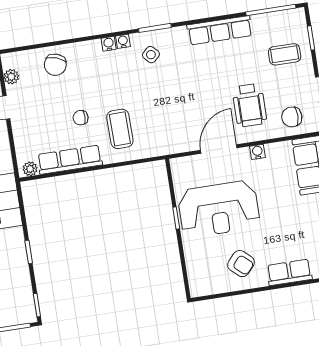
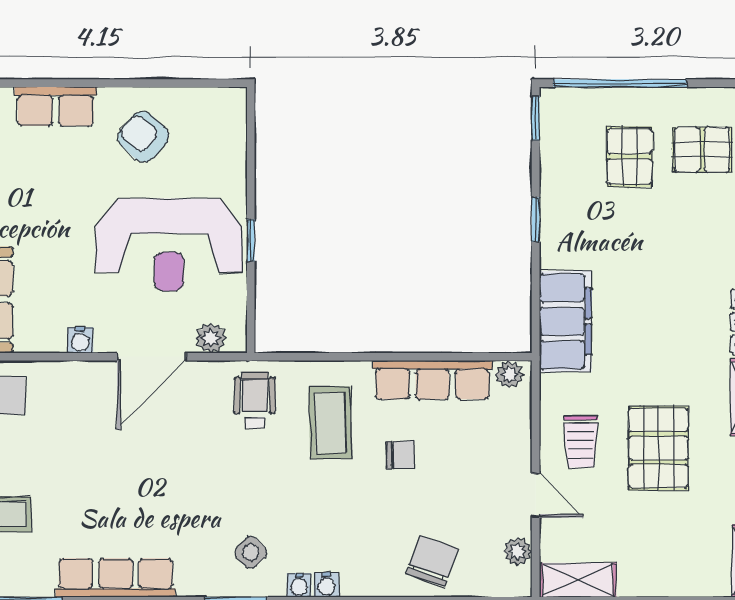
wheelchair: (249, 105) -> (255, 400), moved, width x0.73, depth x0.73
plant: (189, 164) -> (211, 338), added
reception desk: (219, 209) -> (169, 245), turned 180

